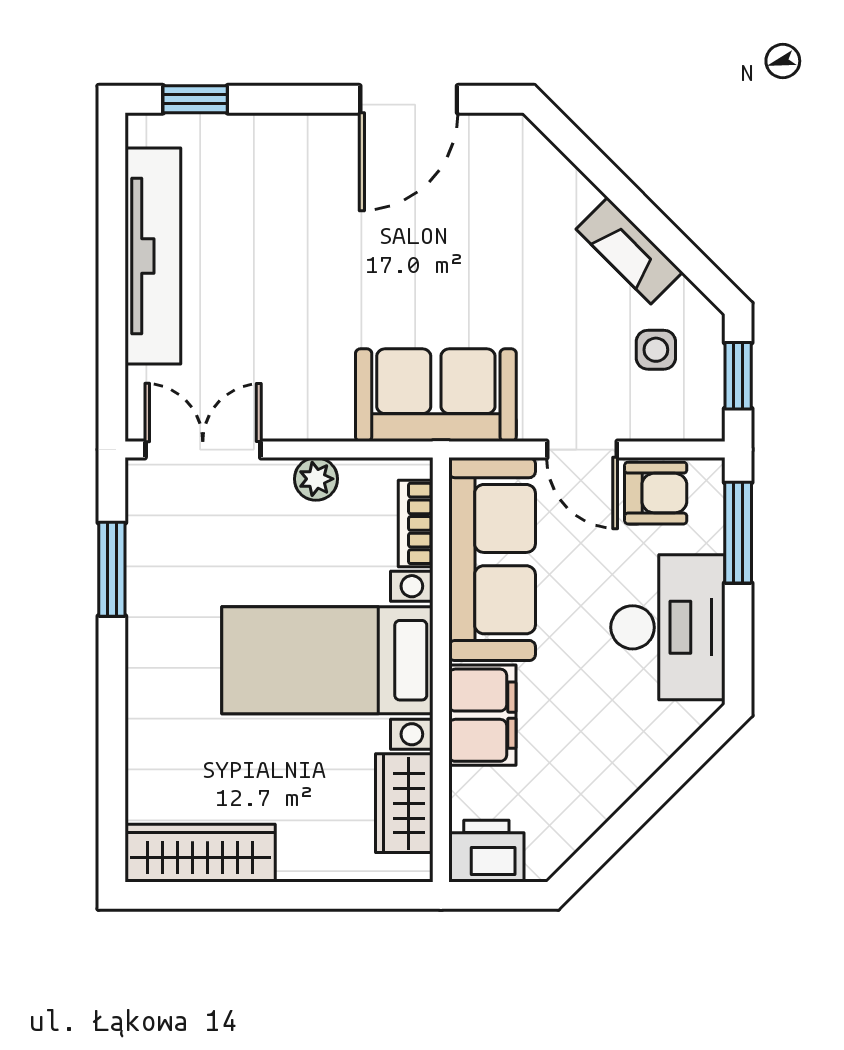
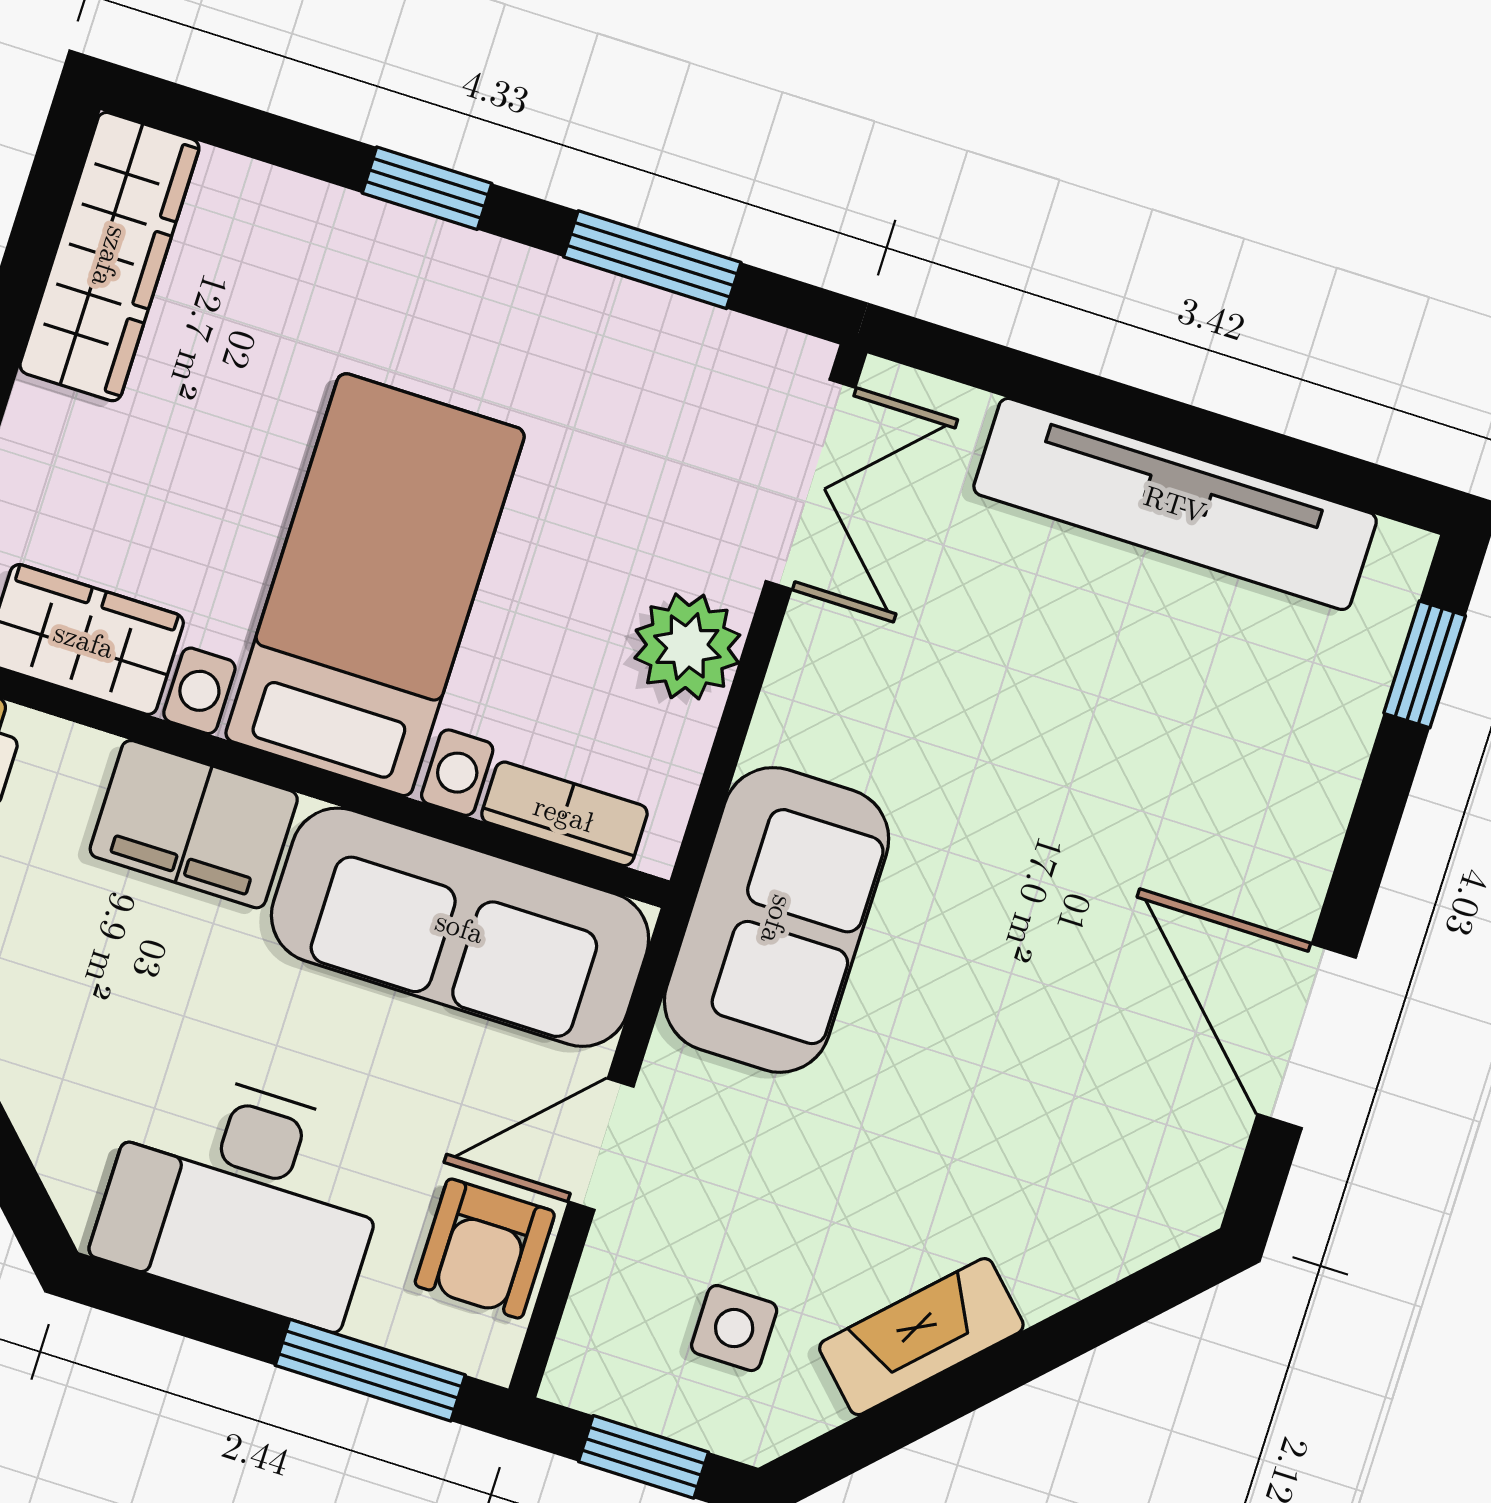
plant: (316, 479) -> (687, 646), width x1.38, depth x1.38
window: (112, 699) -> (427, 188), added

